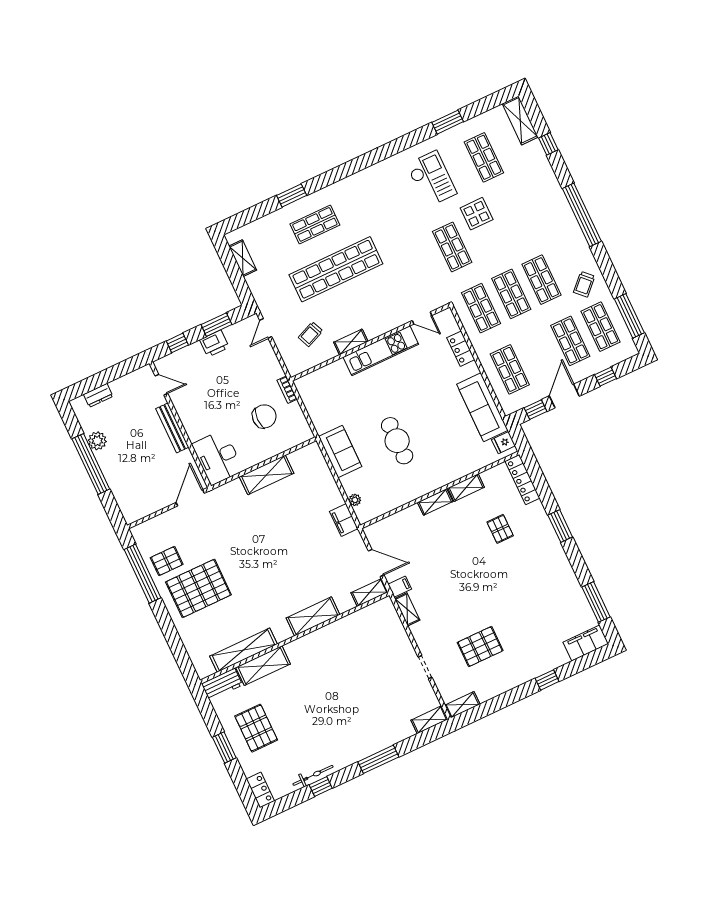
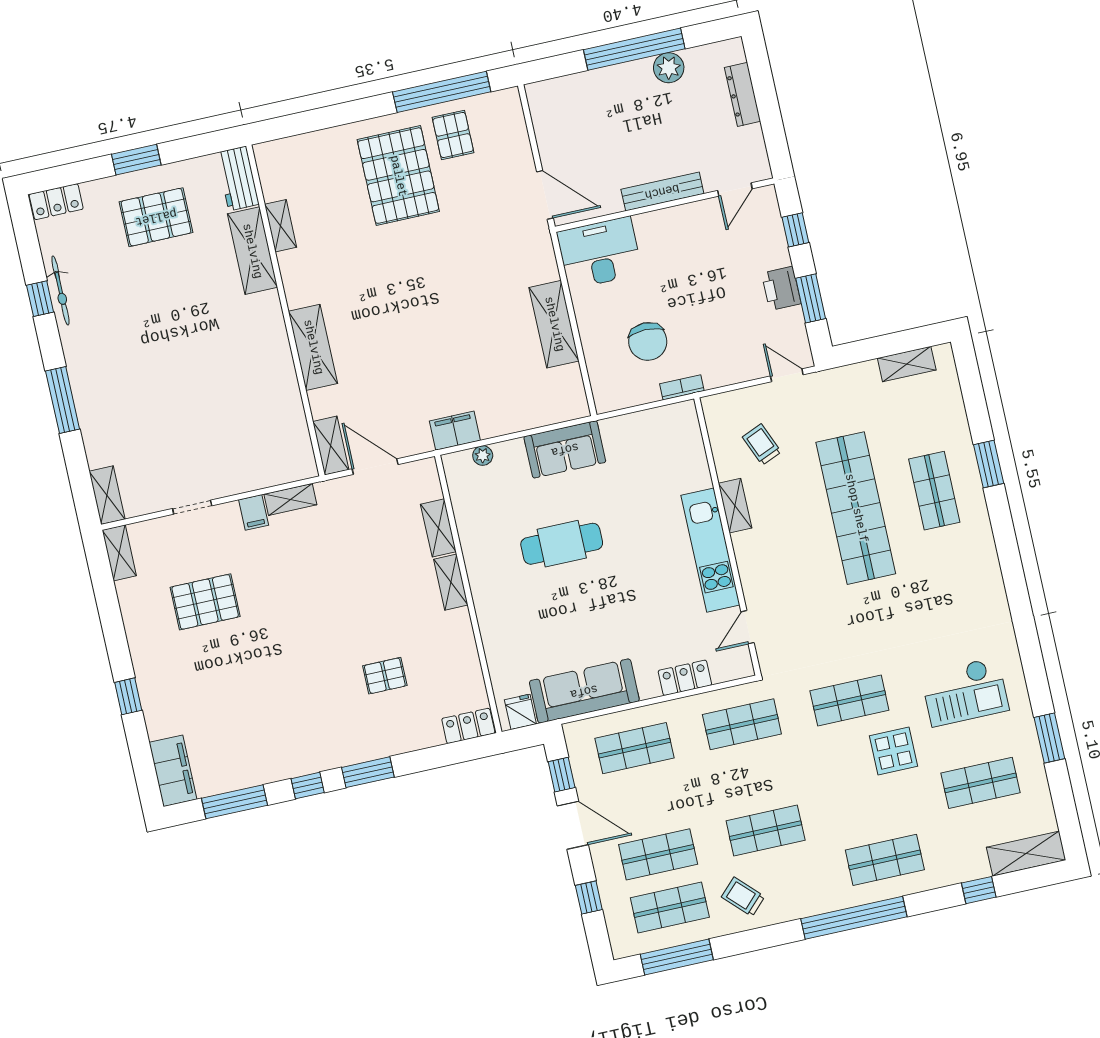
shop shelf: (511, 294) -> (885, 860), moved
dresser: (98, 395) -> (743, 94), width x1.44
locker: (522, 480) -> (468, 726), width x0.66
shelving: (466, 488) -> (438, 528), moved
window: (576, 560) -> (308, 786), added
door: (376, 563) -> (375, 467), swing flipped
filing cabinet: (400, 587) -> (254, 512), moved
pallet: (480, 647) -> (205, 602), turned 90
shelving: (243, 650) -> (281, 226), width x0.45, depth x0.75

